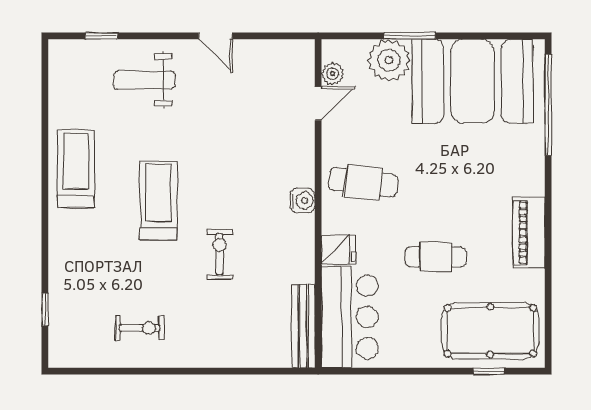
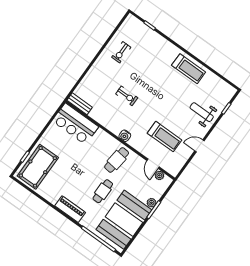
plant: (389, 60) -> (151, 203), width x0.53, depth x0.53
weight bench: (144, 80) -> (202, 112), turned -90
treadmill: (159, 201) -> (165, 137), moved
piano: (529, 233) -> (70, 209), moved
fridge: (339, 250) -> (100, 136), removed
cafe table: (436, 257) -> (103, 191), moved
bench: (303, 326) -> (80, 104), width x0.73

